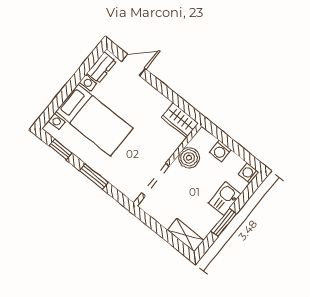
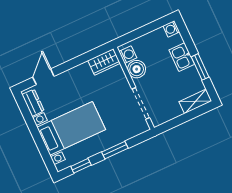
washing machine: (220, 151) -> (128, 55), moved, turned -90

